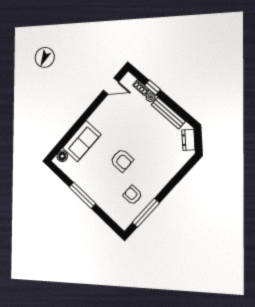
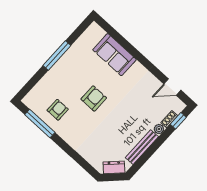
door: (111, 86) -> (172, 87), hinge flipped
window: (152, 88) -> (178, 121), moved
floor lamp: (62, 156) -> (99, 33), removed
armchair: (122, 160) -> (94, 98), turned 180

